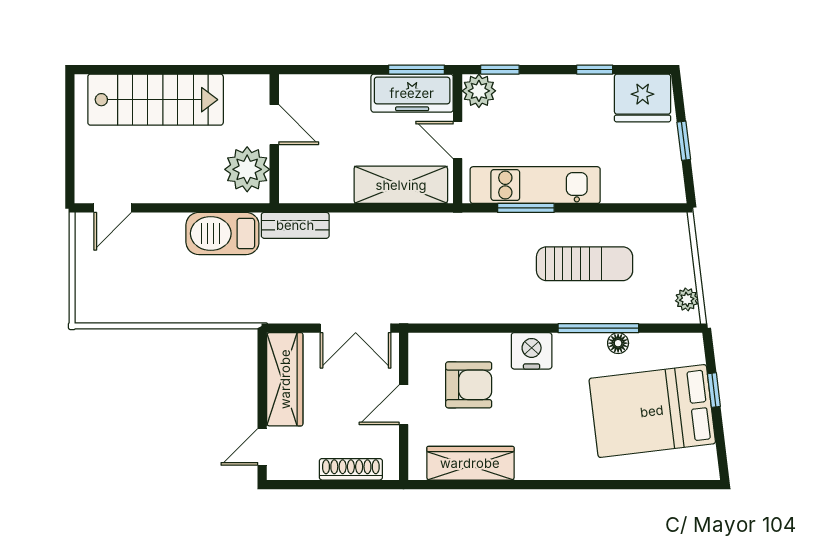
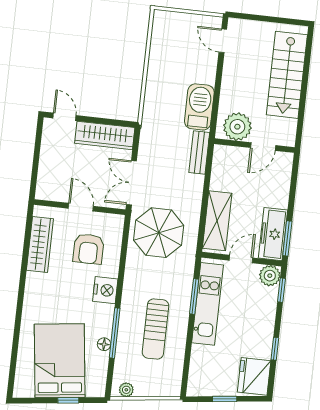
parasol: (430, 276) -> (159, 233), added
shoe rack: (351, 469) -> (44, 170), removed

